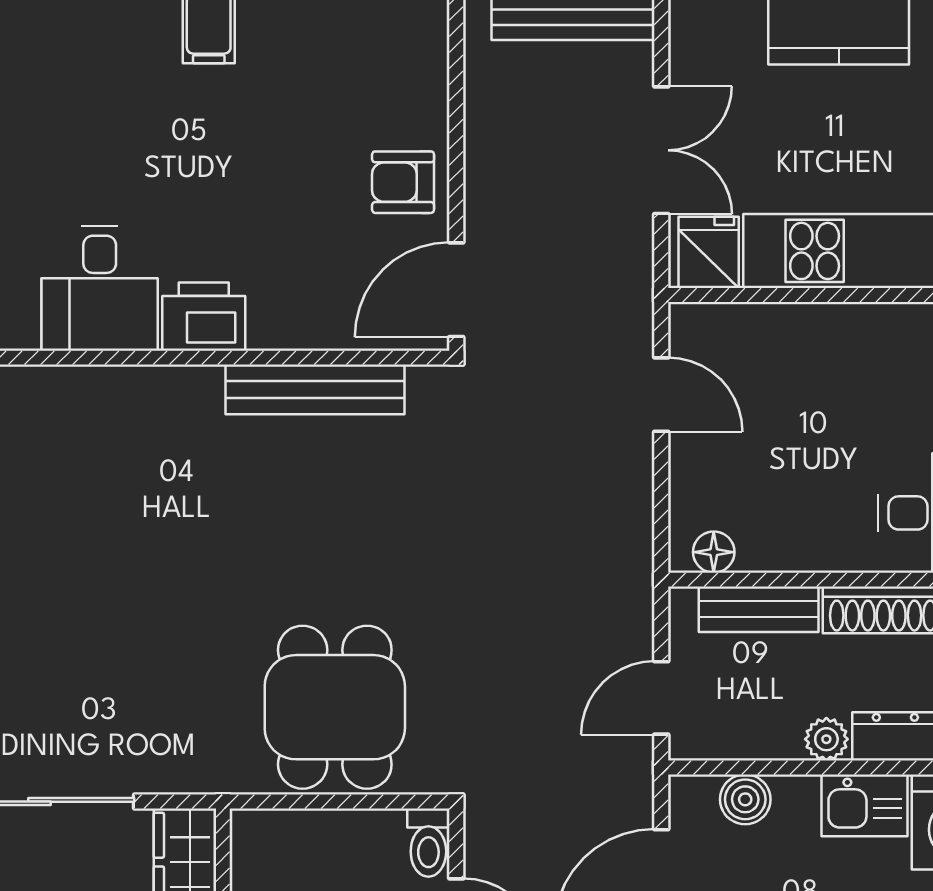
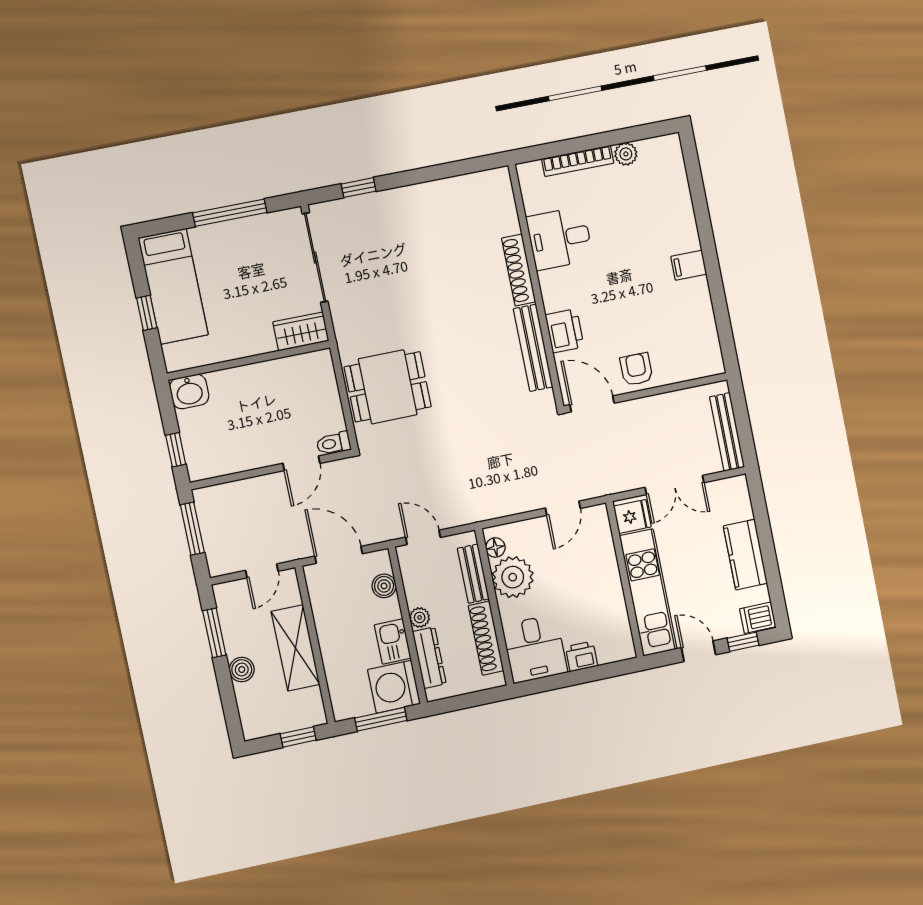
printer: (204, 317) -> (565, 331), moved
shoe rack: (148, 387) -> (519, 270), added
plant: (783, 529) -> (513, 577), added

